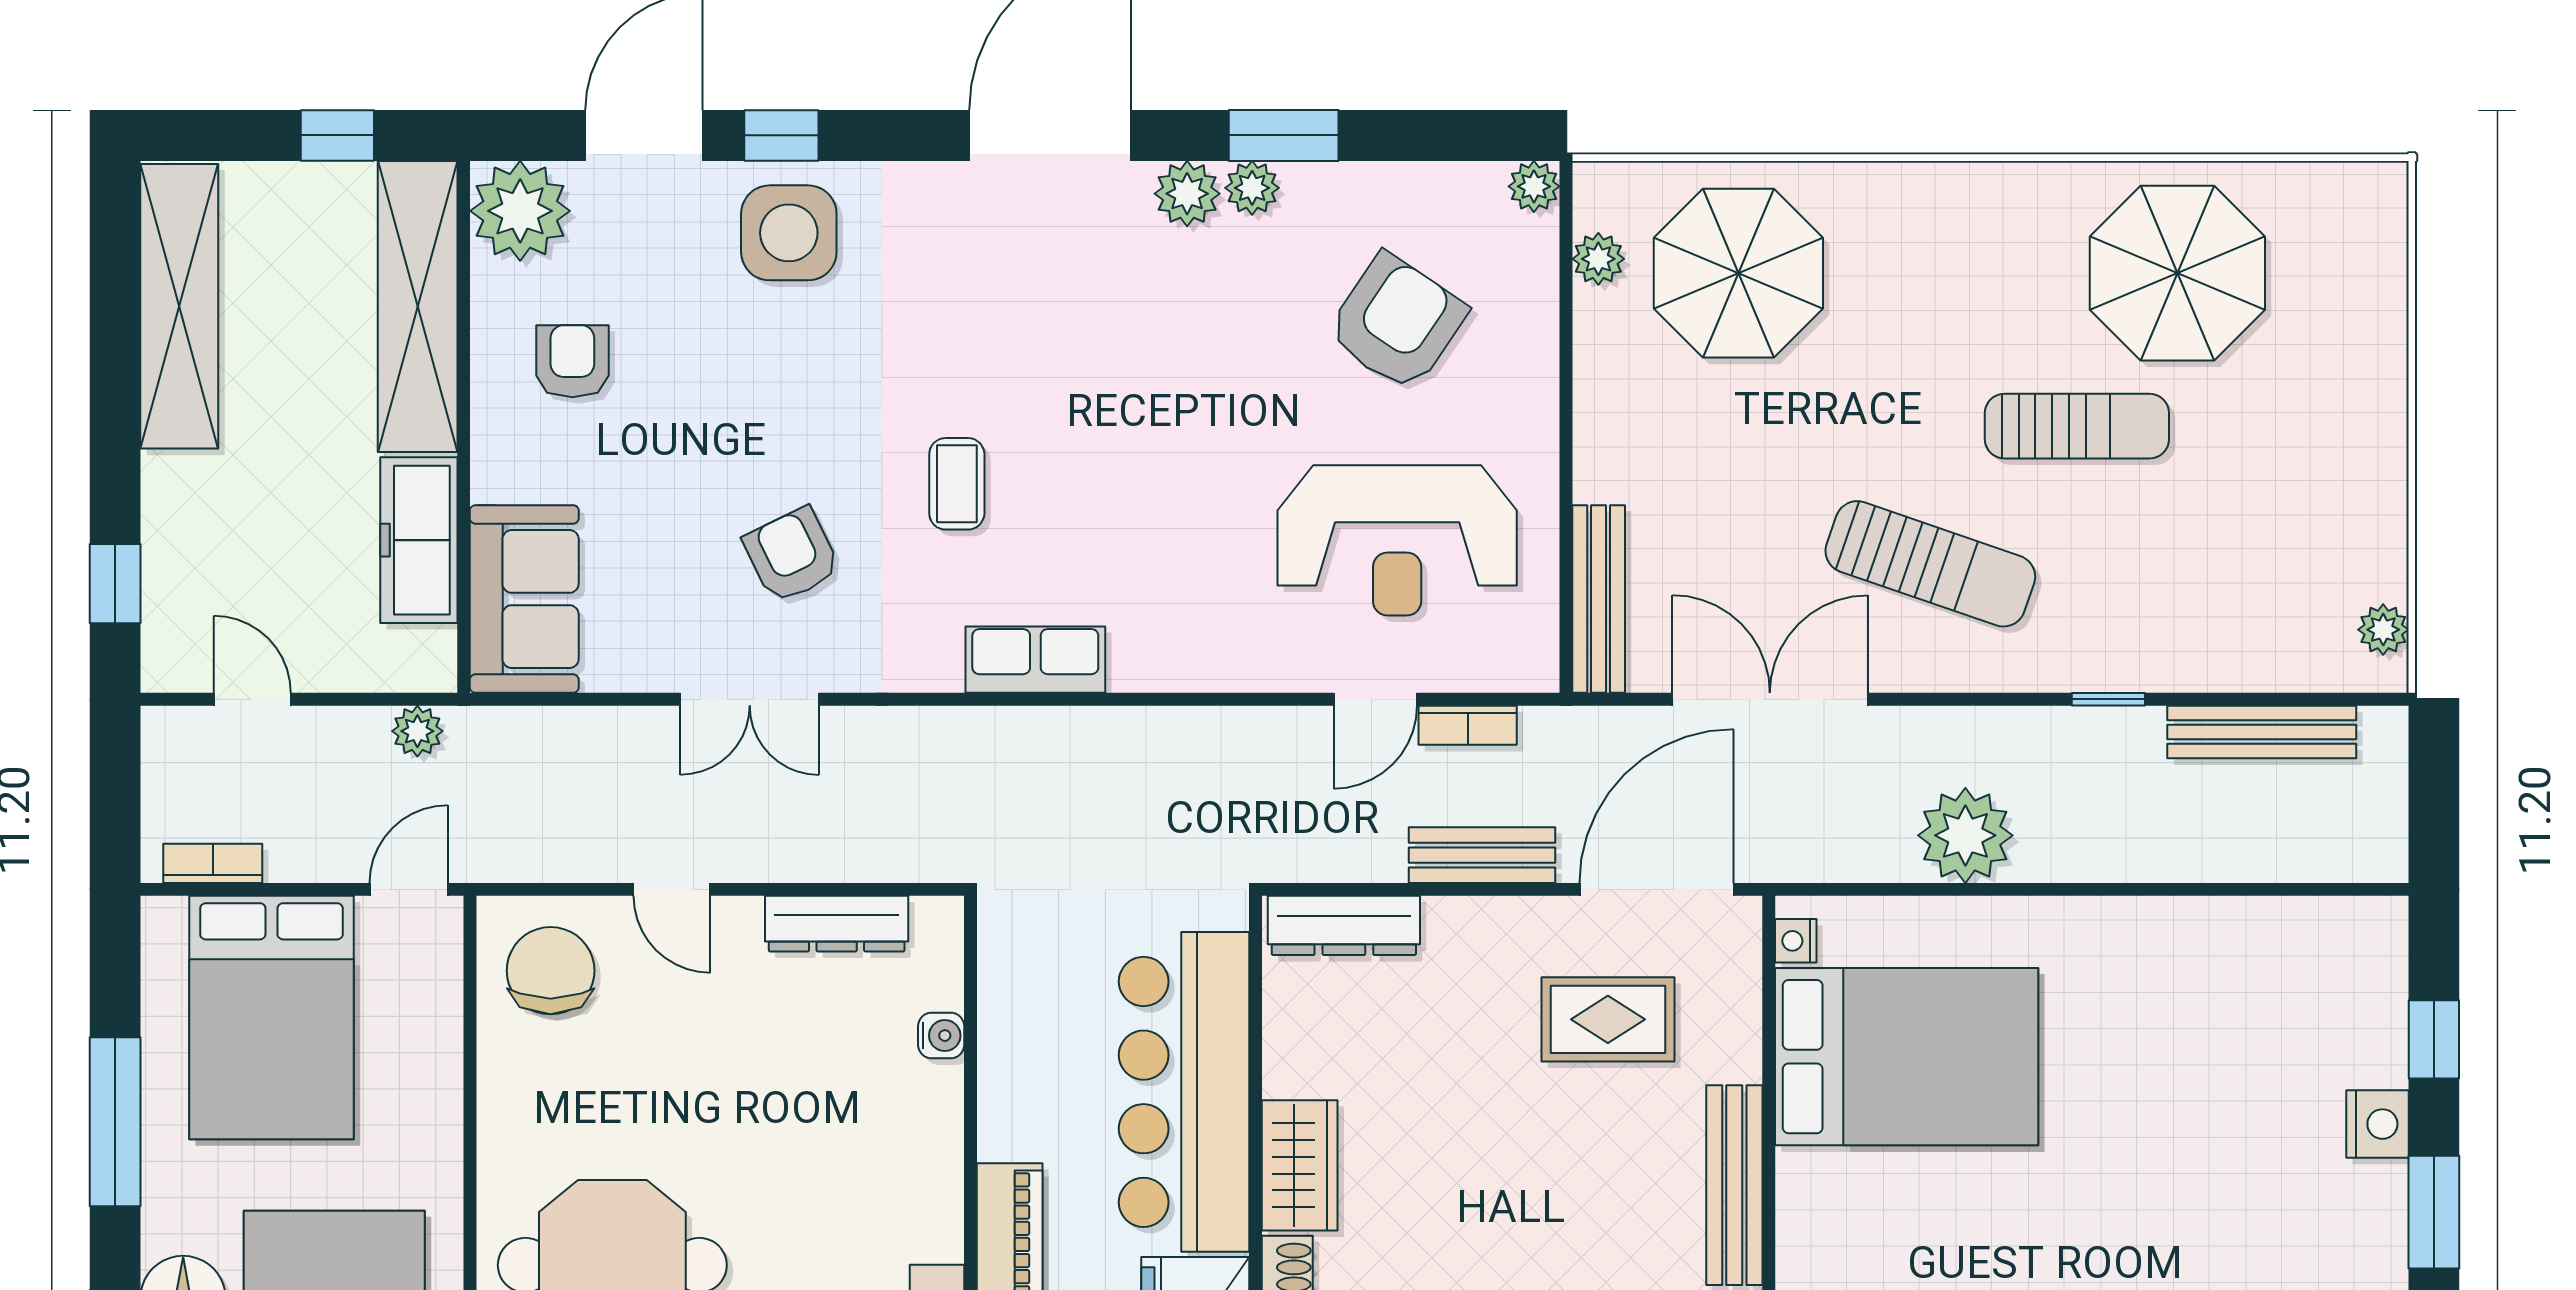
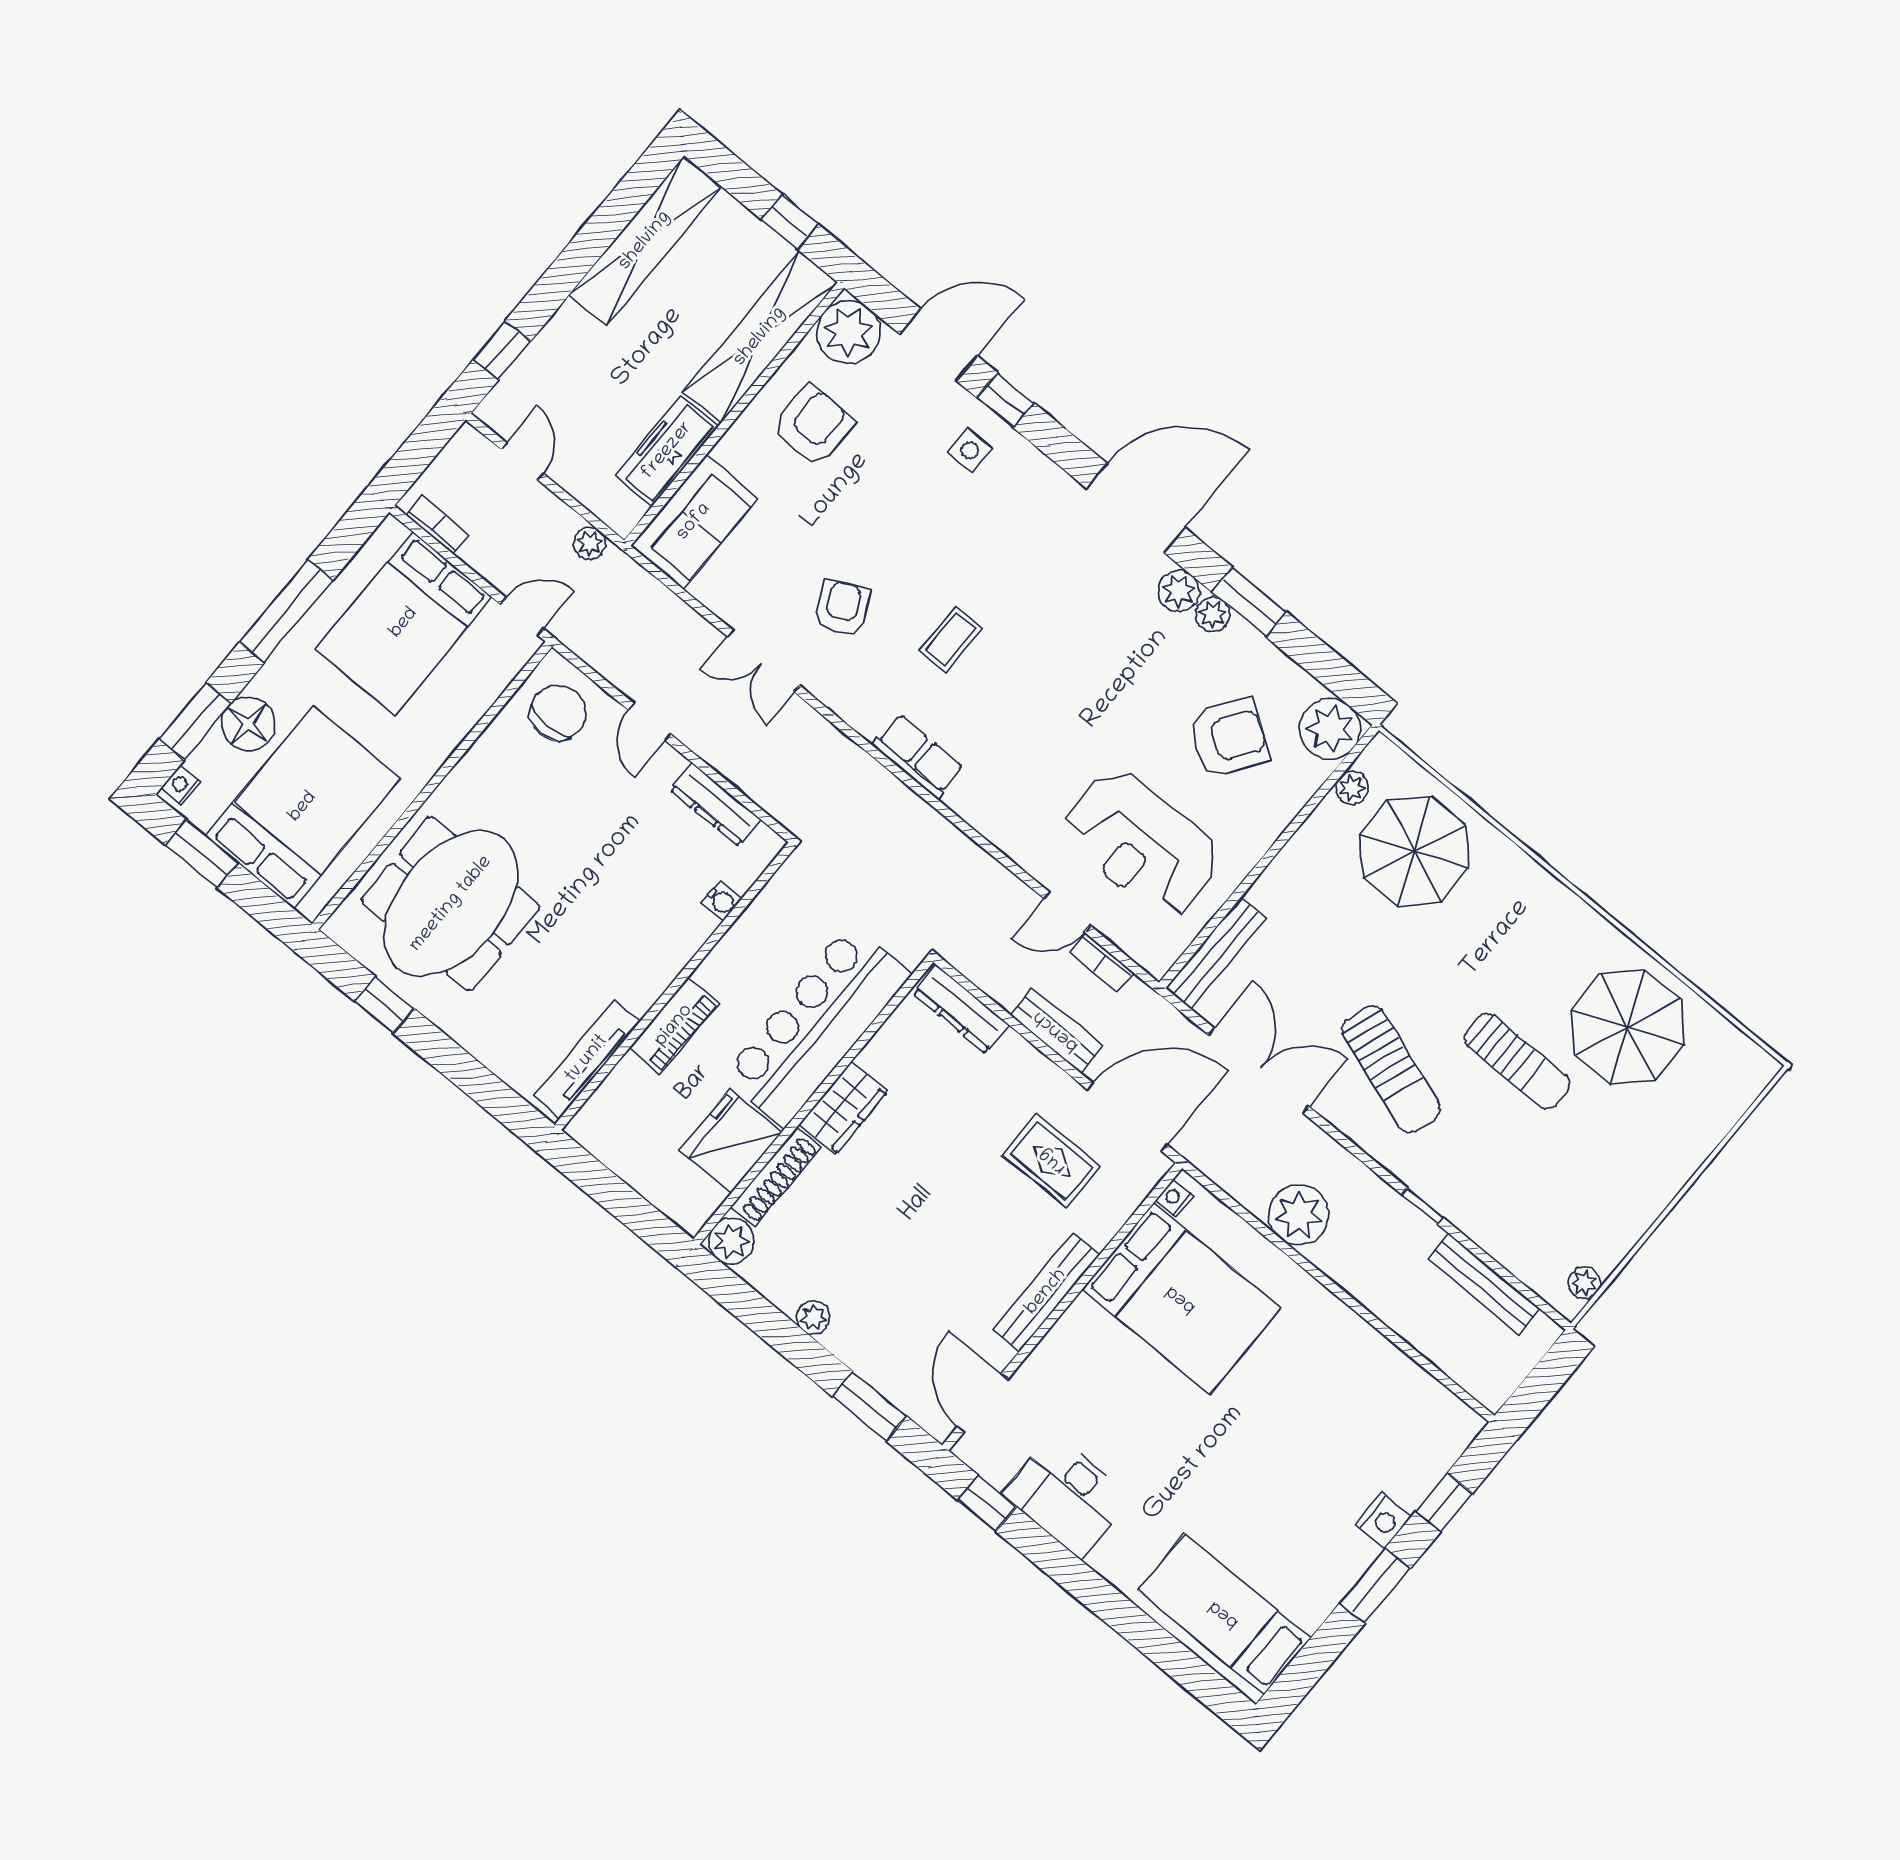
plant: (1534, 186) -> (1330, 729), width x1.88, depth x1.88
side table: (789, 233) -> (970, 450), width x0.54, depth x0.54
armchair: (572, 361) -> (813, 426), width x1.38, depth x1.38

